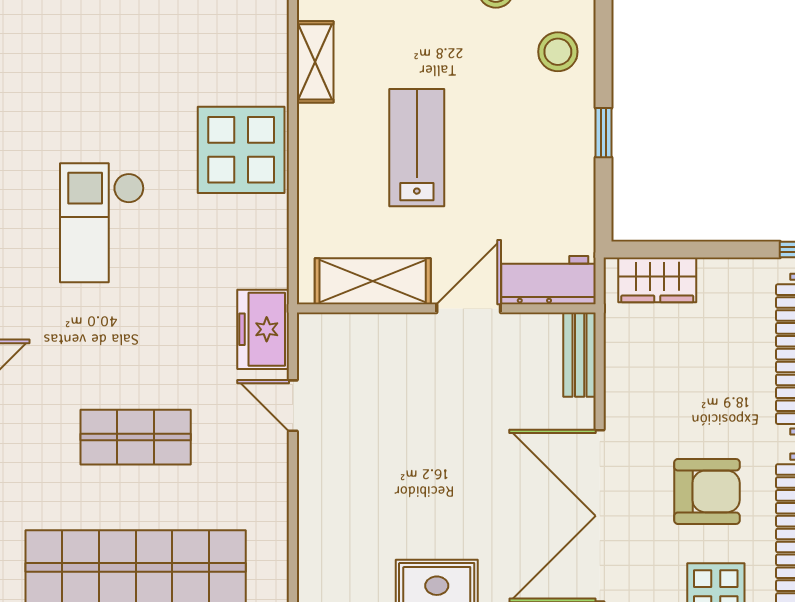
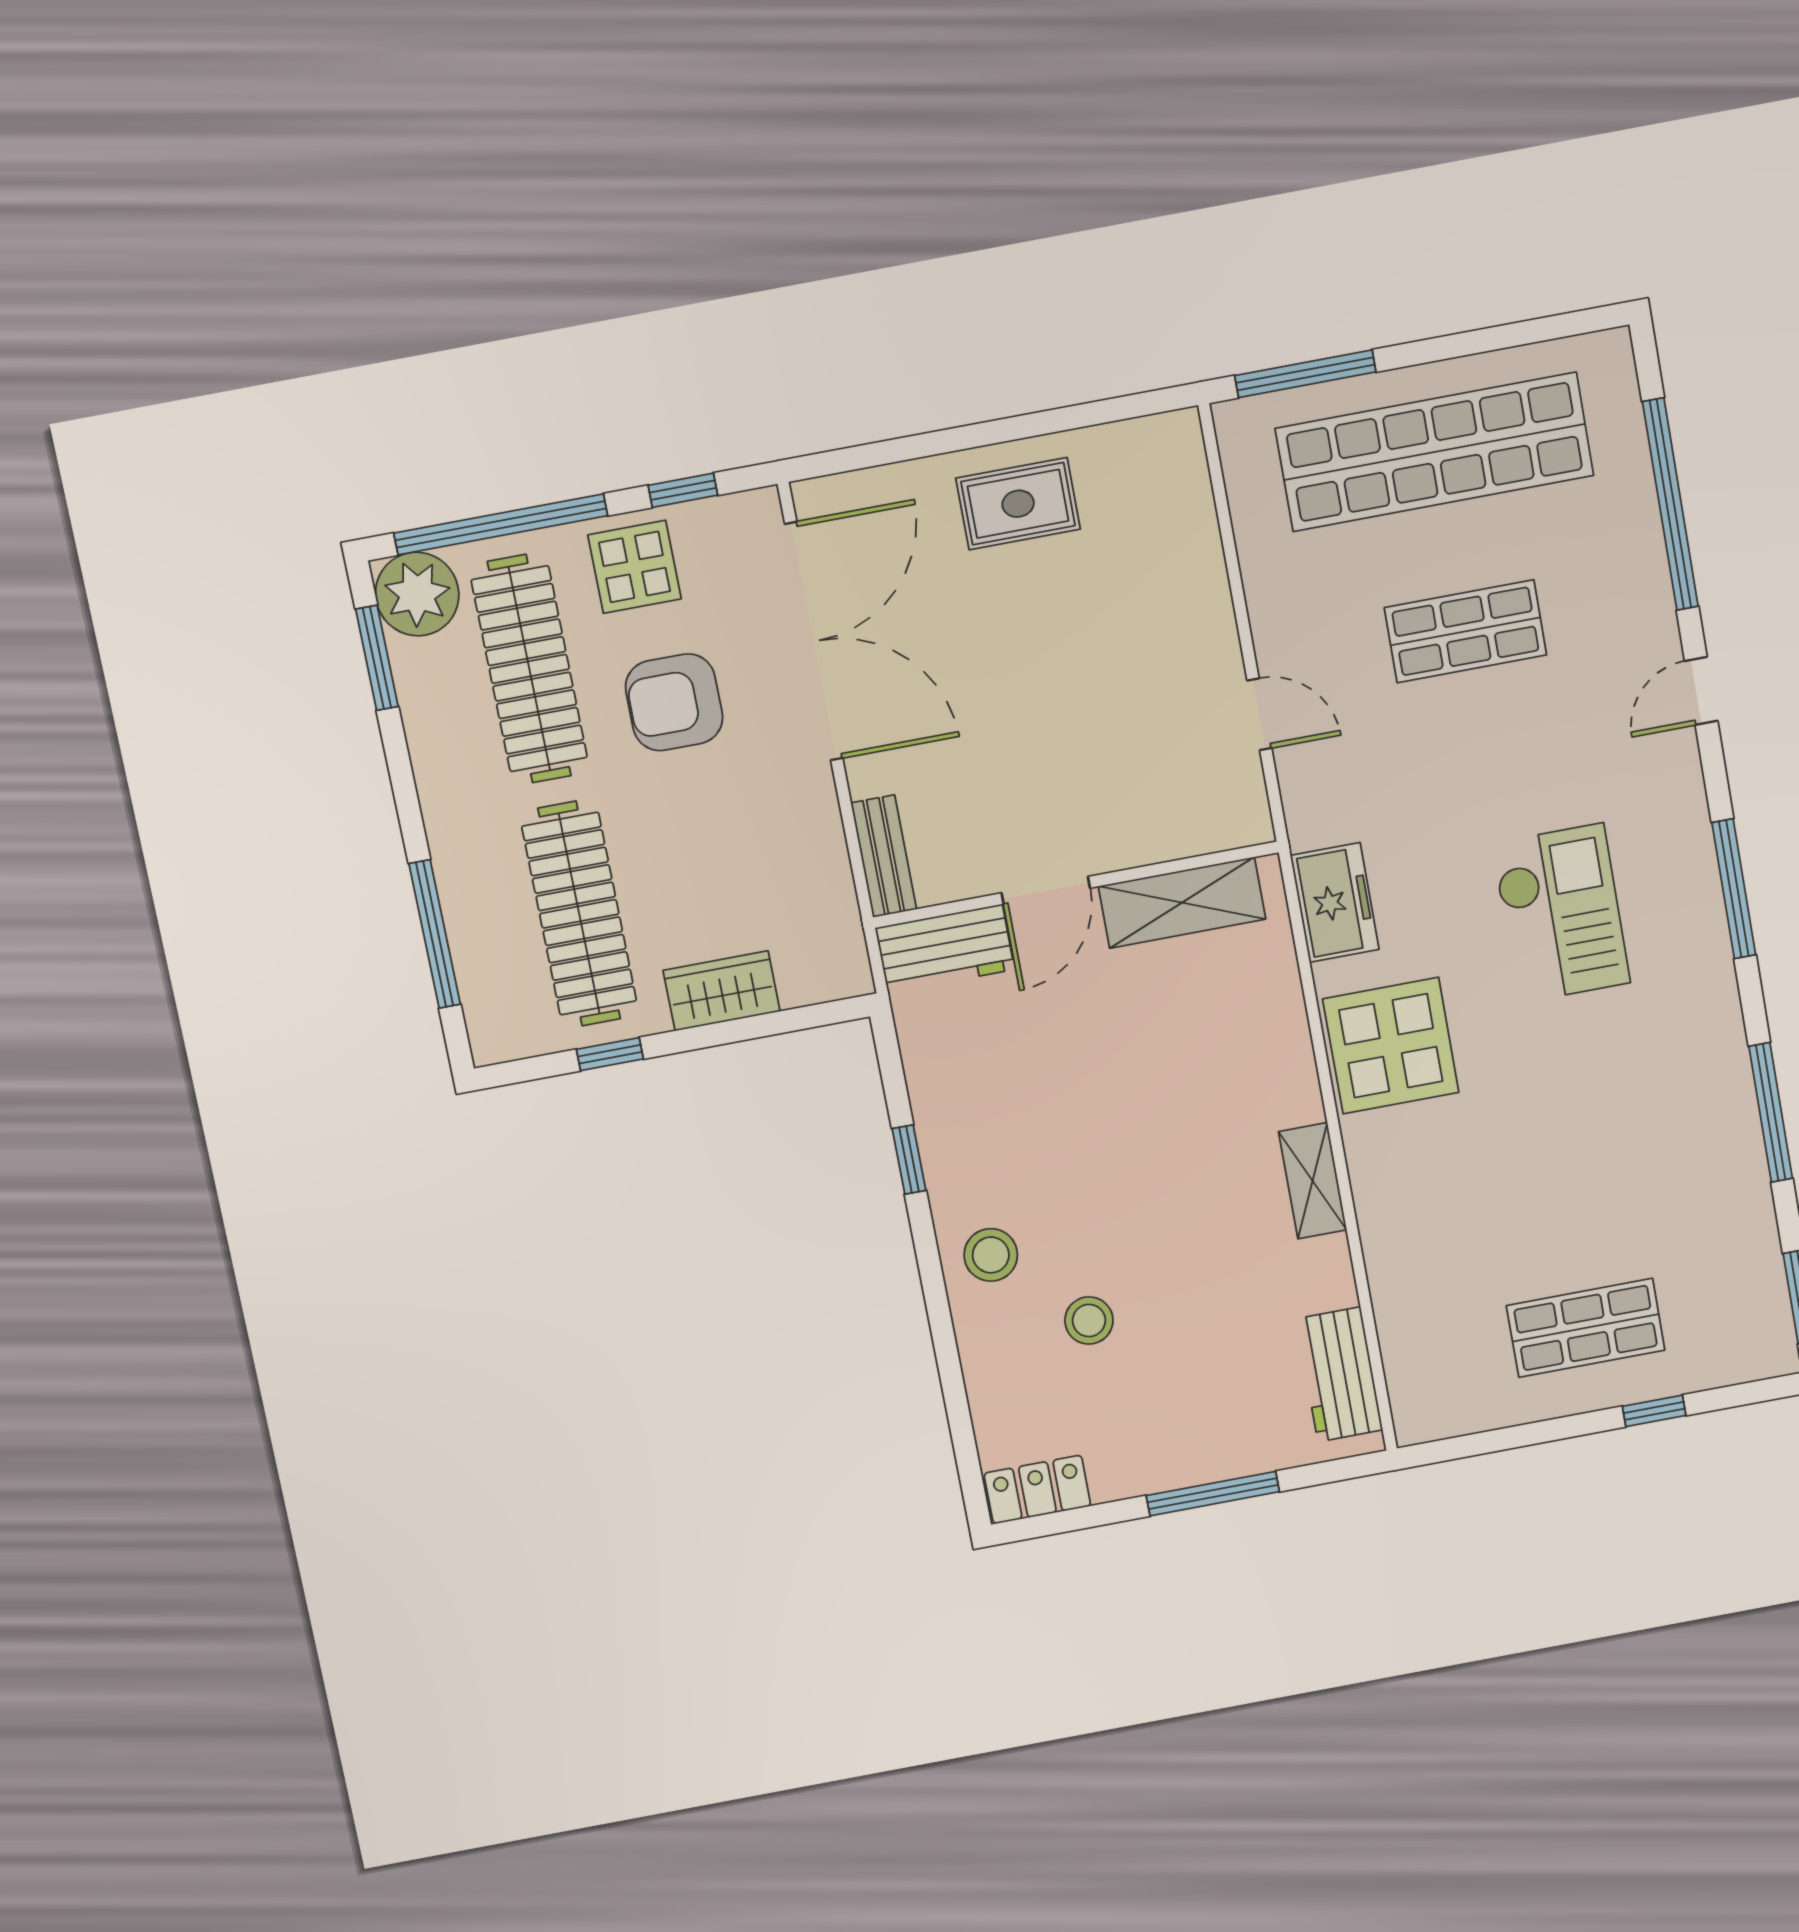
lab bench: (417, 148) -> (1156, 1093), removed
wardrobe: (657, 280) -> (722, 991), moved
freezer: (263, 329) -> (1335, 902), moved

